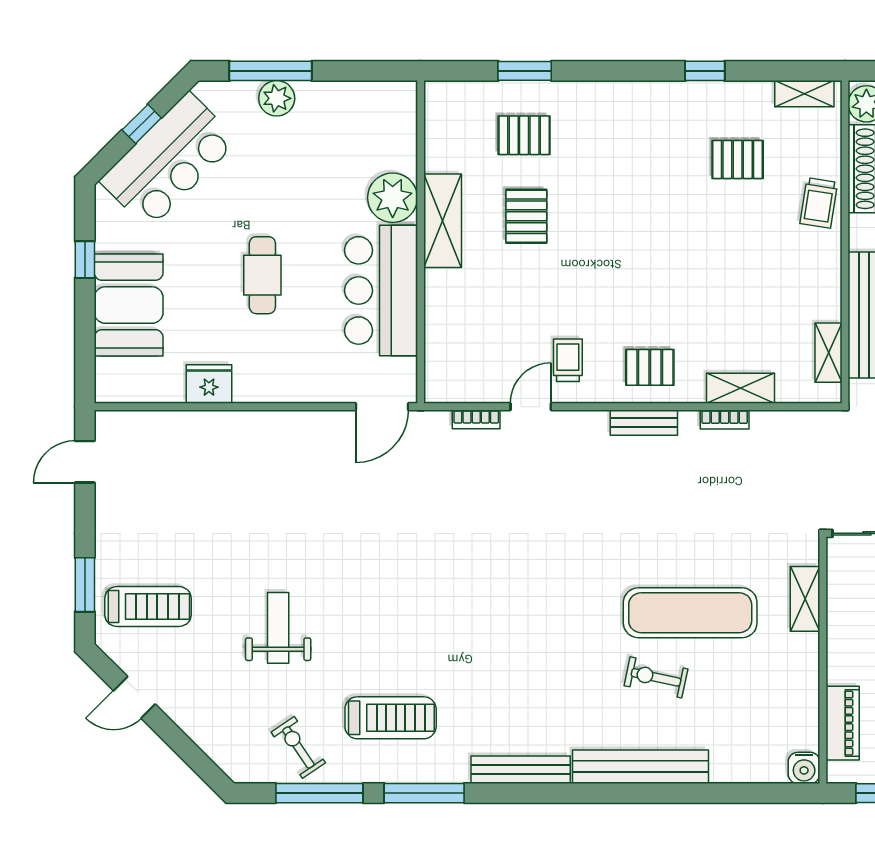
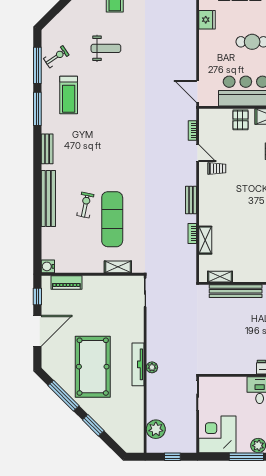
pallet: (650, 367) -> (240, 120), moved
bench: (521, 770) -> (47, 149), width x0.73

